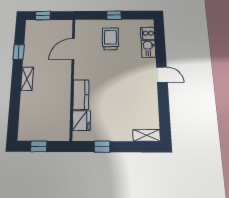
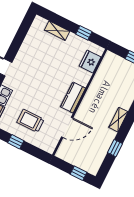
trolley: (110, 39) -> (30, 121), turned 90
kitchen counter: (81, 95) -> (73, 97), moved
shelving: (147, 135) -> (57, 31), moved

